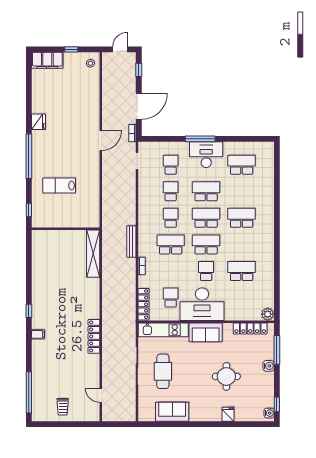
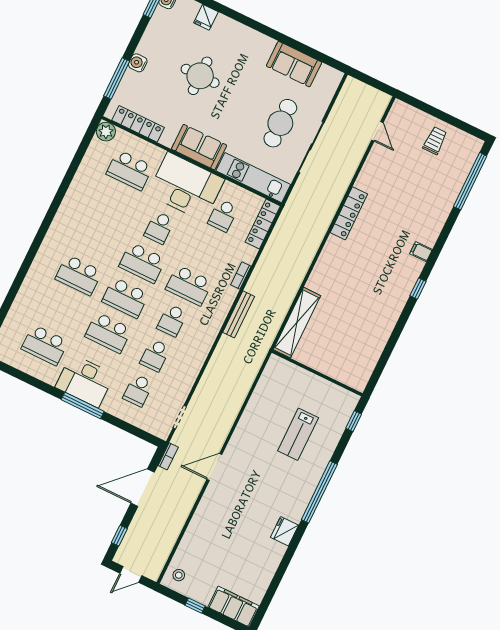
lab bench: (59, 185) -> (298, 434), turned 90
school desk: (242, 271) -> (130, 170), moved
fridge: (228, 414) -> (206, 17), moved

